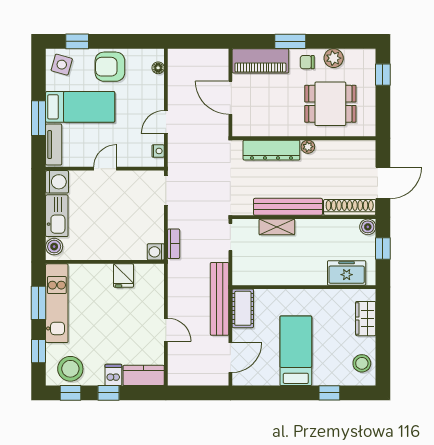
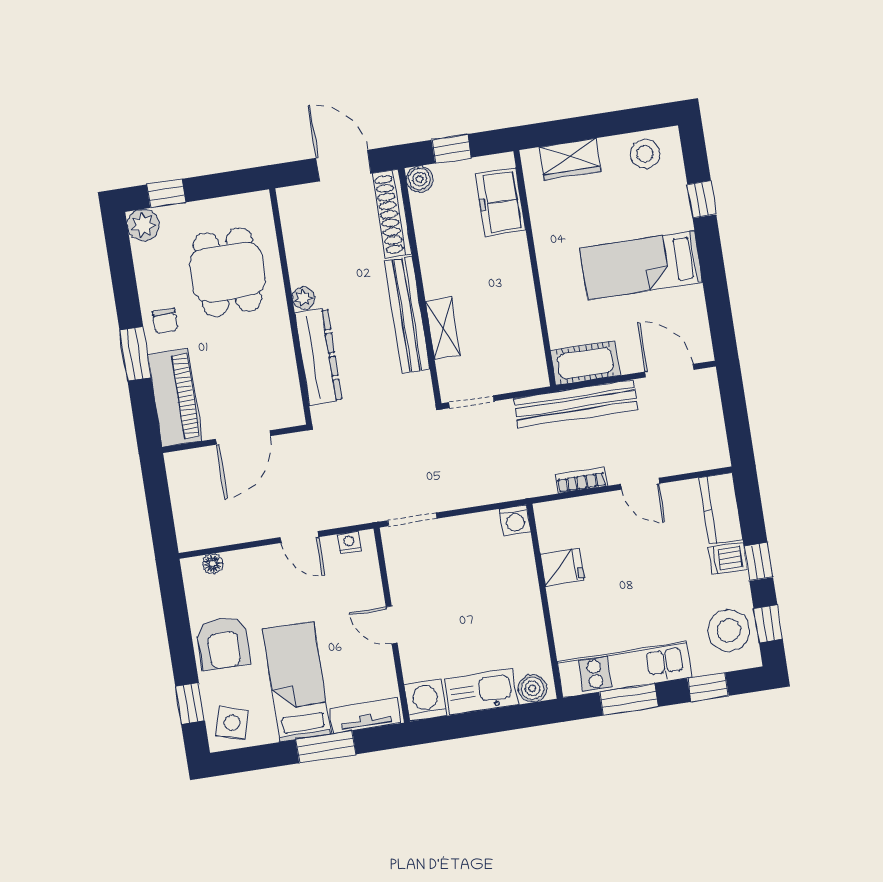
plant: (334, 58) -> (143, 225), moved
bookcase: (174, 244) -> (581, 480), moved
door: (166, 330) -> (640, 484), swing flipped

